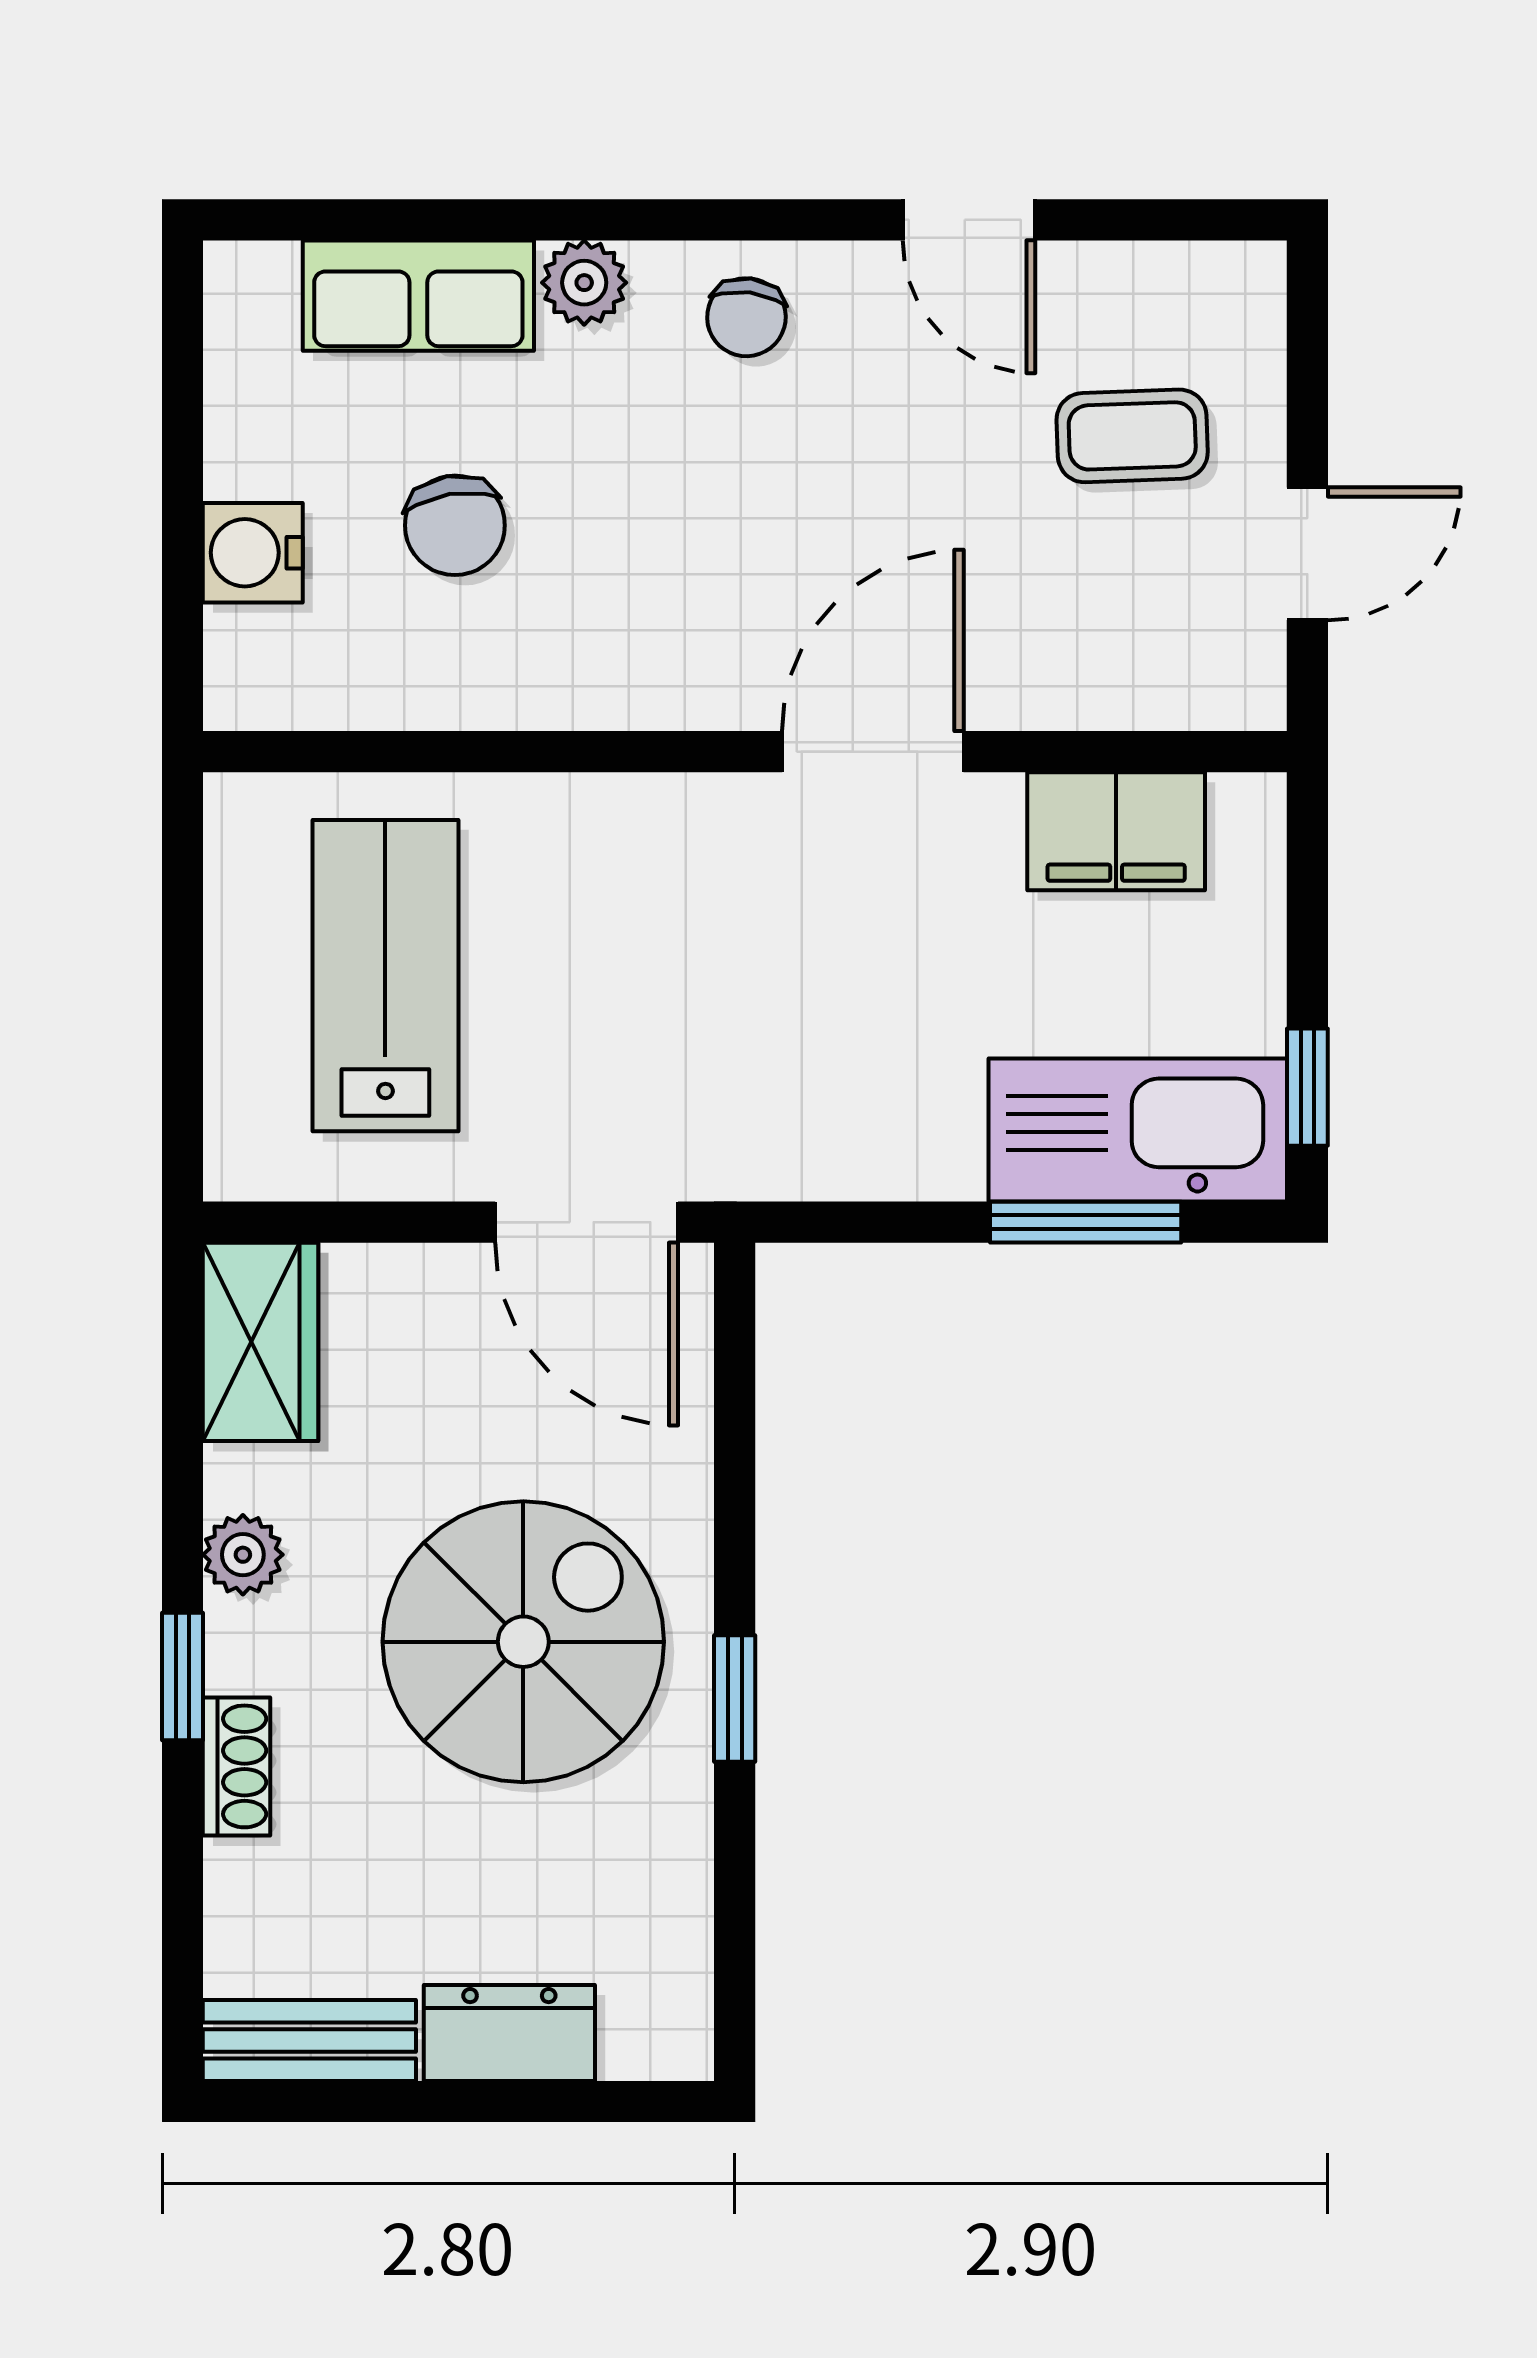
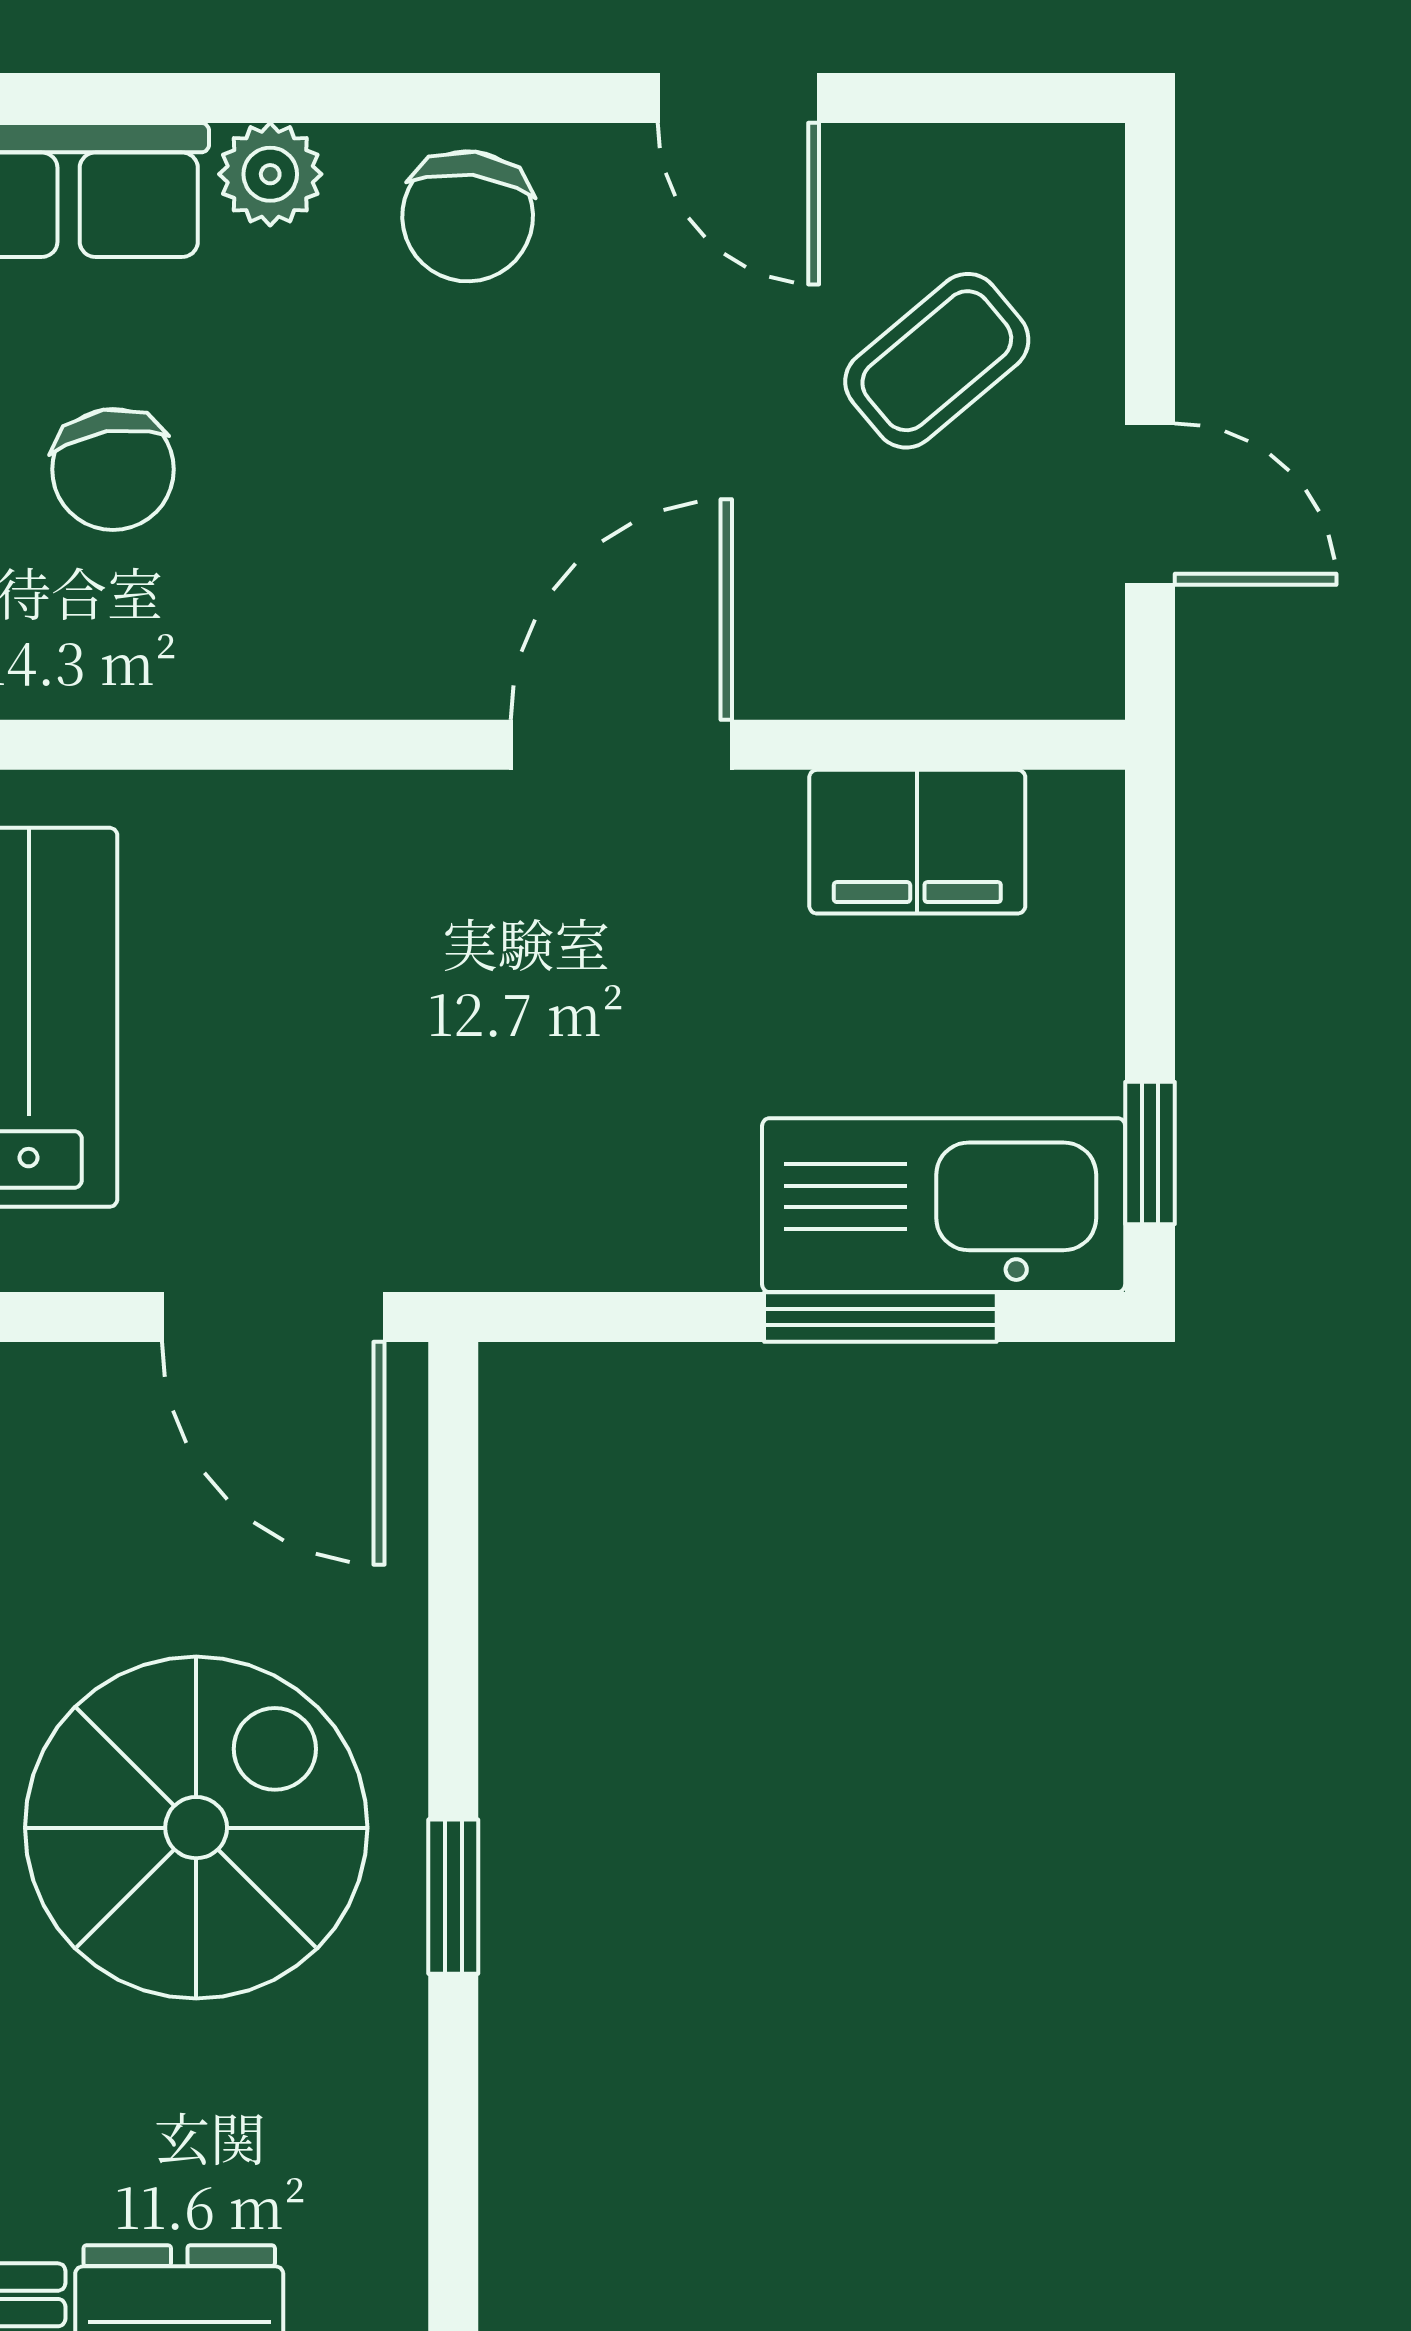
chair: (746, 317) -> (468, 216), width x1.37, depth x1.37
coffee table: (1132, 436) -> (937, 361), turned -38
door: (1307, 554) -> (1150, 504), hinge flipped

